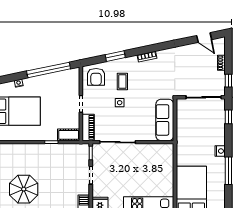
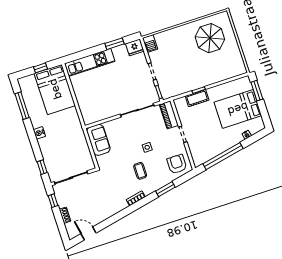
coffee table: (122, 82) -> (140, 171), moved
sofa: (165, 120) -> (98, 140), width x0.73
cot: (69, 135) -> (197, 98), moved
window: (228, 171) -> (22, 106), moved

